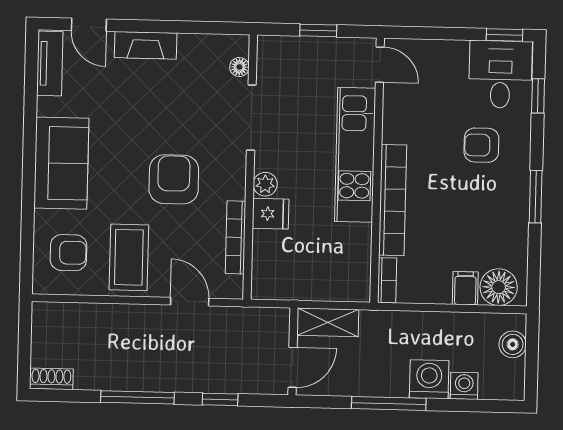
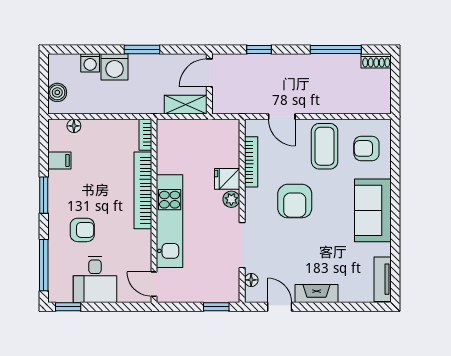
door: (89, 25) -> (280, 307), moved
window: (318, 30) -> (216, 307), moved
desk: (500, 74) -> (95, 279), moved
window: (538, 96) -> (44, 265), width x2.17
floor lamp: (499, 287) -> (74, 126), width x0.53, depth x0.53
filing cabinet: (465, 288) -> (59, 160), moved, turned -90
window: (137, 397) -> (336, 49), moved
window: (389, 403) -> (142, 49), width x0.69

